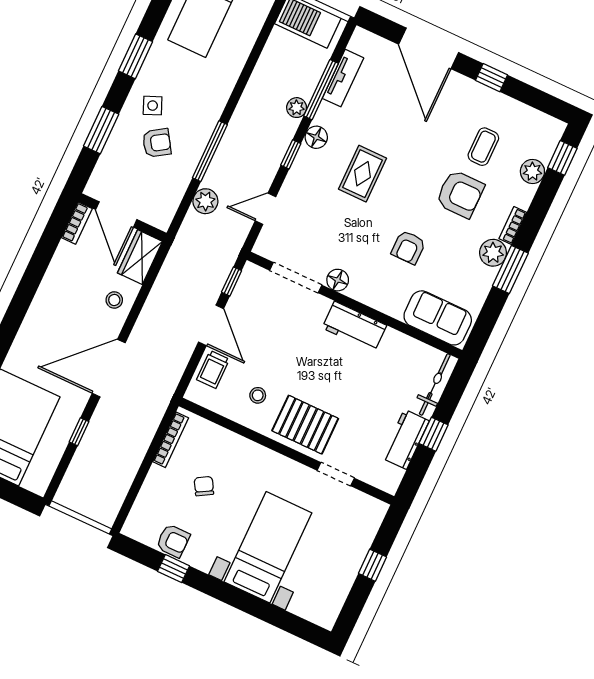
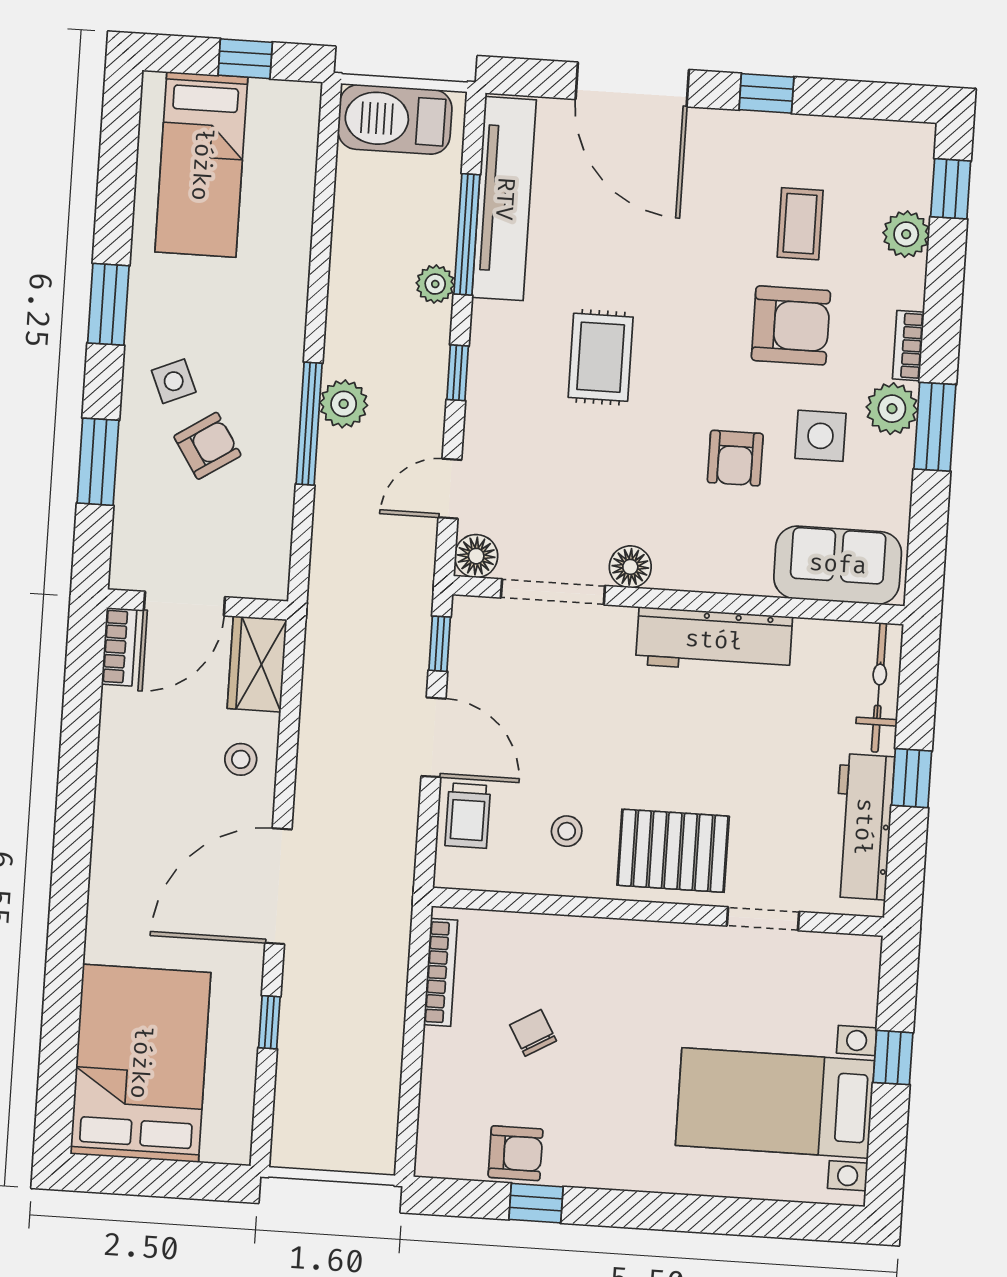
tv unit: (343, 78) -> (504, 199), width x1.92, depth x1.29
floor lamp: (316, 137) -> (476, 556), moved
plant: (205, 201) -> (344, 404), moved
door: (116, 215) -> (184, 604), hinge flipped
side table: (454, 253) -> (820, 436), added
workbench: (354, 327) -> (714, 641), width x1.38
workbench: (405, 439) -> (863, 827), width x1.38
bed with nightstands: (268, 547) -> (775, 1103), moved, turned -90

